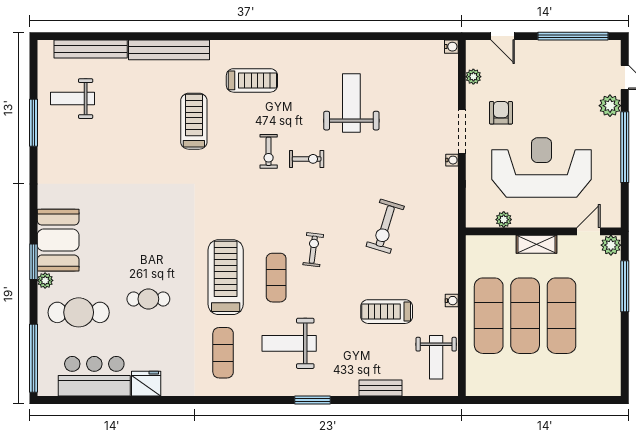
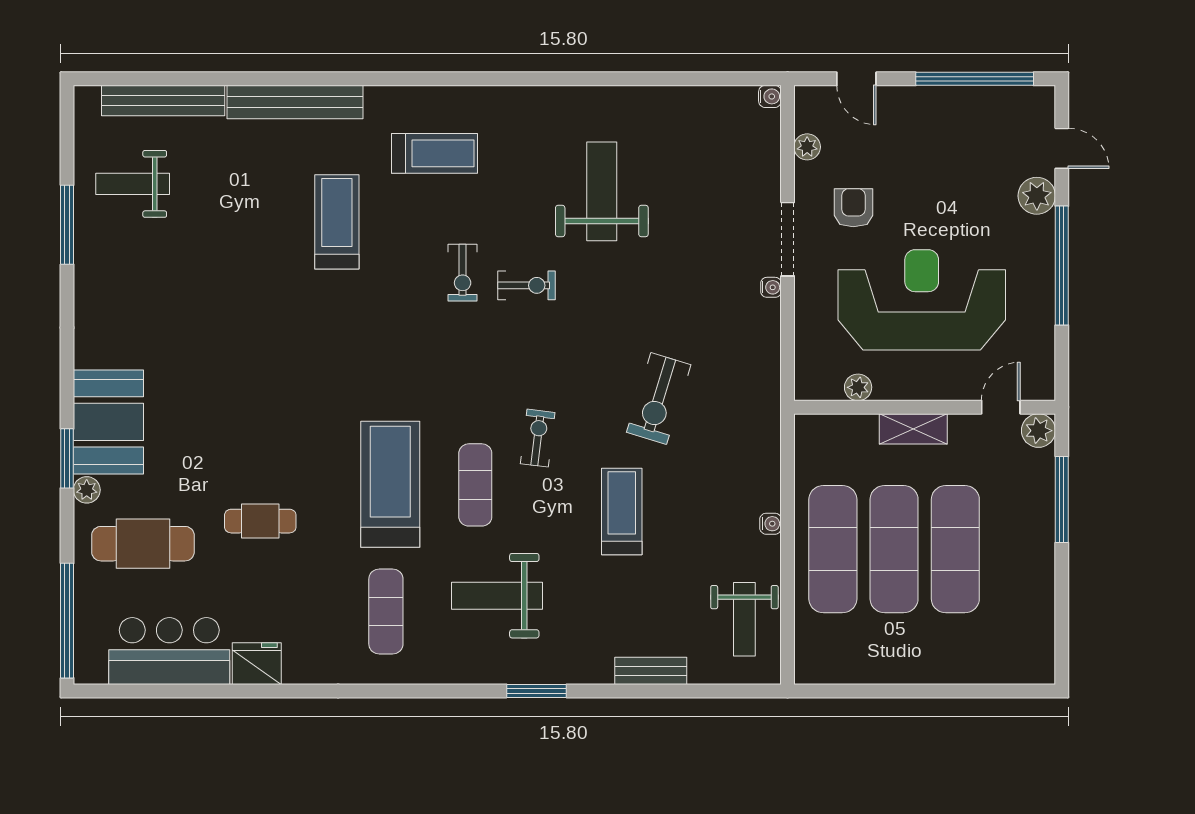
treadmill: (387, 312) -> (622, 512), moved, turned 90

